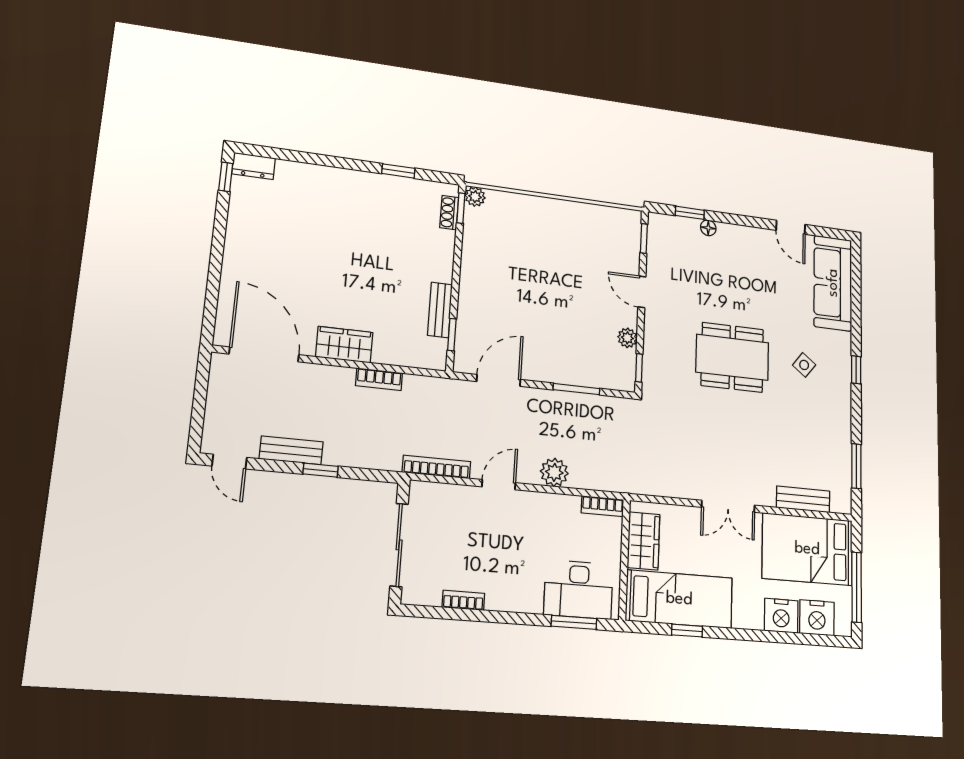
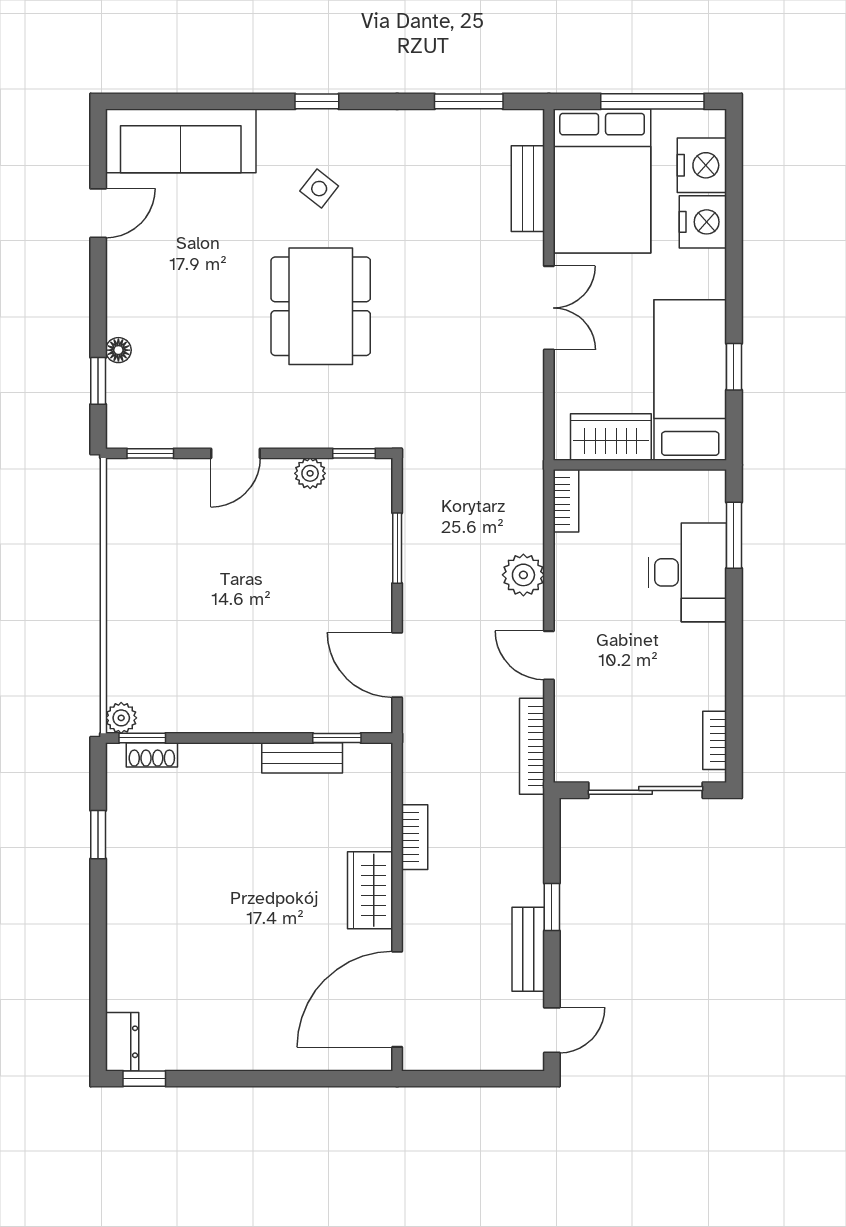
desk: (579, 589) -> (687, 572), moved
bookcase: (463, 600) -> (715, 740), moved

